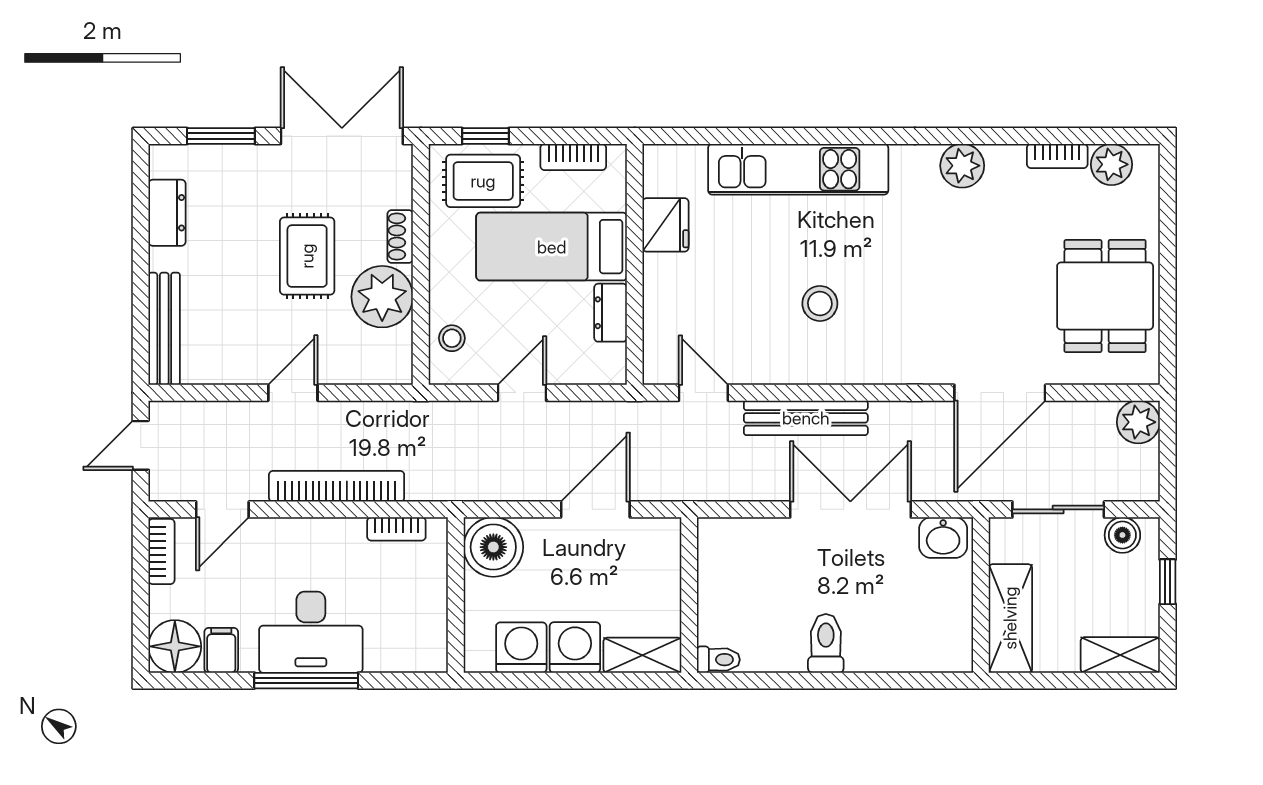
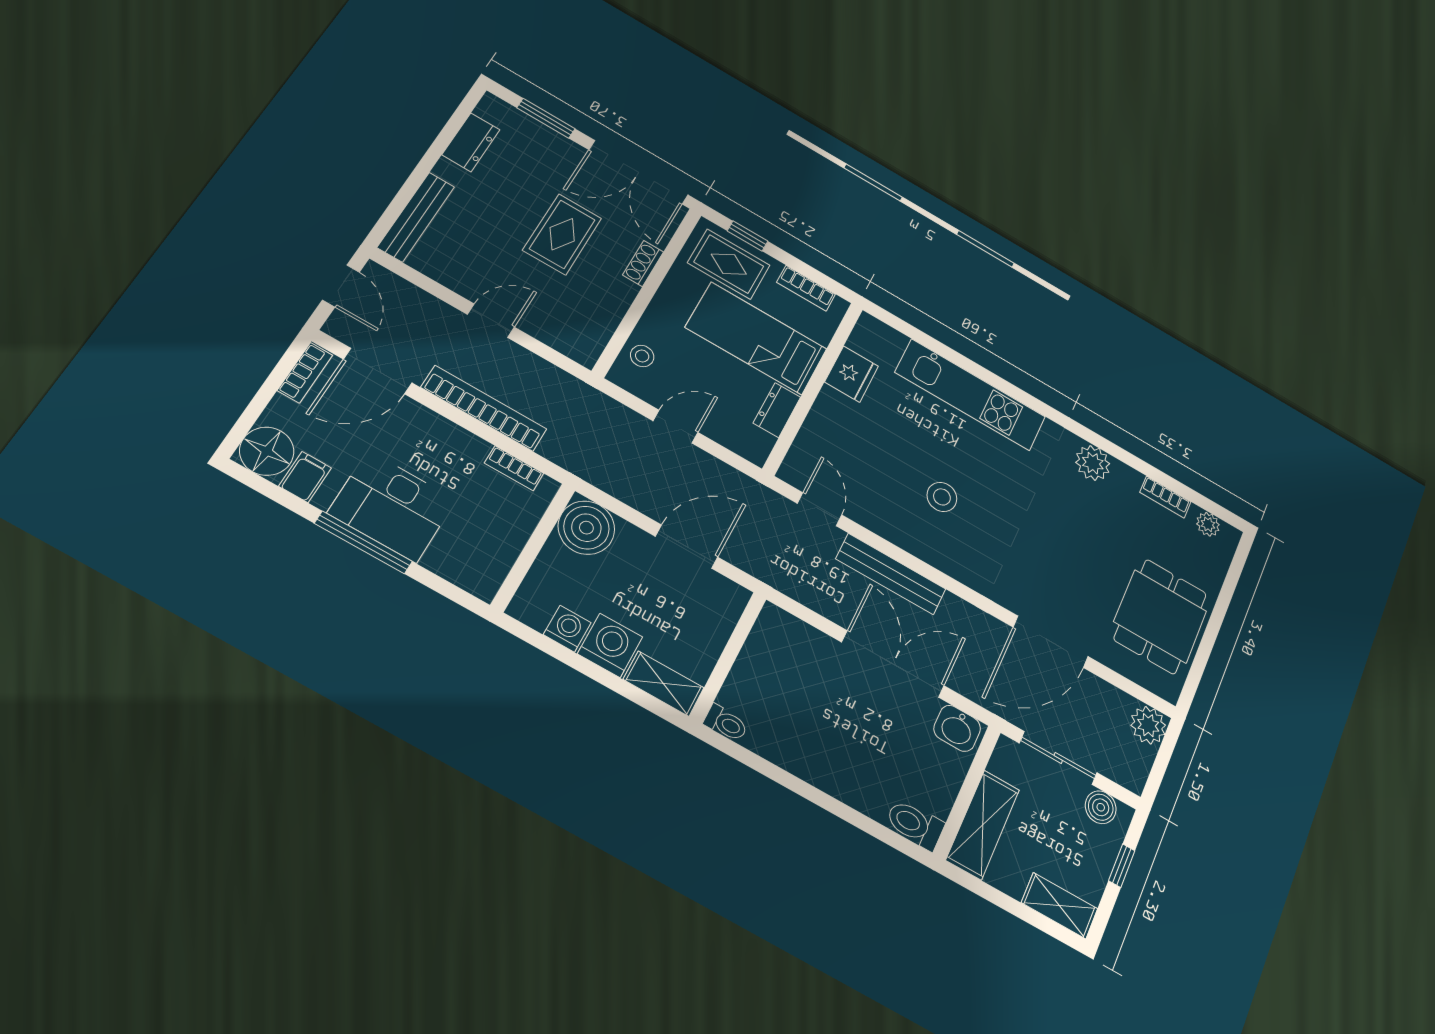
double door: (342, 136) -> (639, 172), swing flipped
plant: (1111, 164) -> (1208, 524), width x0.73, depth x0.73
plant: (382, 297) -> (604, 296), removed
door: (141, 445) -> (341, 286), swing flipped
door: (222, 509) -> (378, 371), width x1.38
toilet: (826, 643) -> (915, 824), moved, turned -90
washing machine: (521, 648) -> (567, 629), width x0.73, depth x0.73

